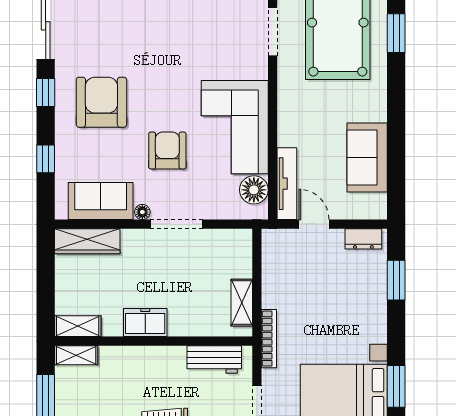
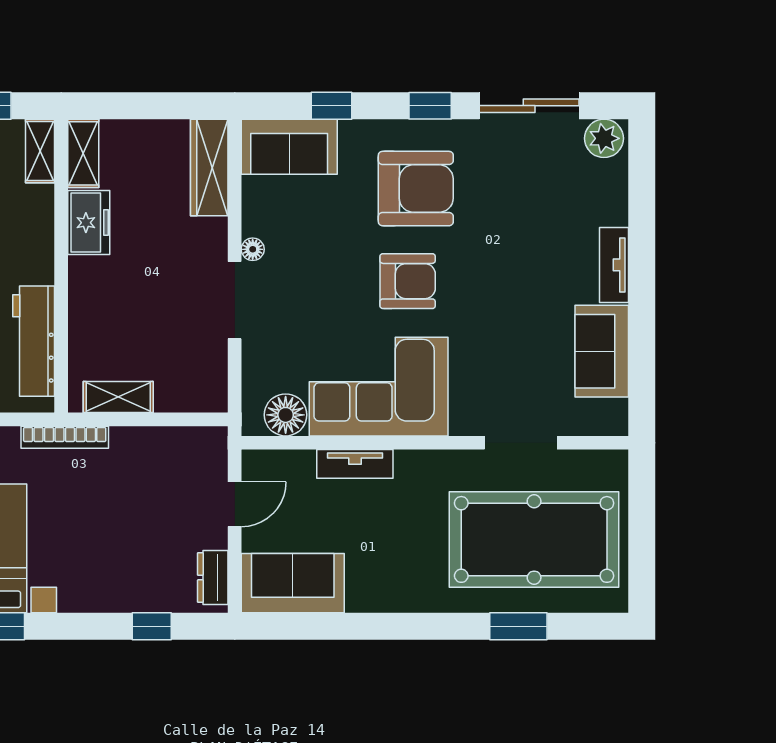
armchair: (167, 150) -> (408, 281), moved
sofa: (367, 157) -> (293, 583), moved
tv unit: (287, 184) -> (355, 464), moved, width x0.71
sofa: (101, 201) -> (289, 147), moved, turned 90
window: (396, 280) -> (152, 626), width x0.67
freezer: (145, 322) -> (89, 223), moved
workbench: (214, 359) -> (34, 341), width x1.37

